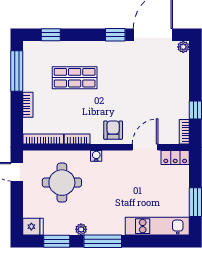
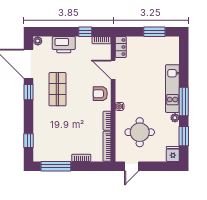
shop shelf: (75, 78) -> (57, 89), moved
printer: (178, 82) -> (64, 45), added
kitchen unit: (157, 226) -> (172, 89), moved

